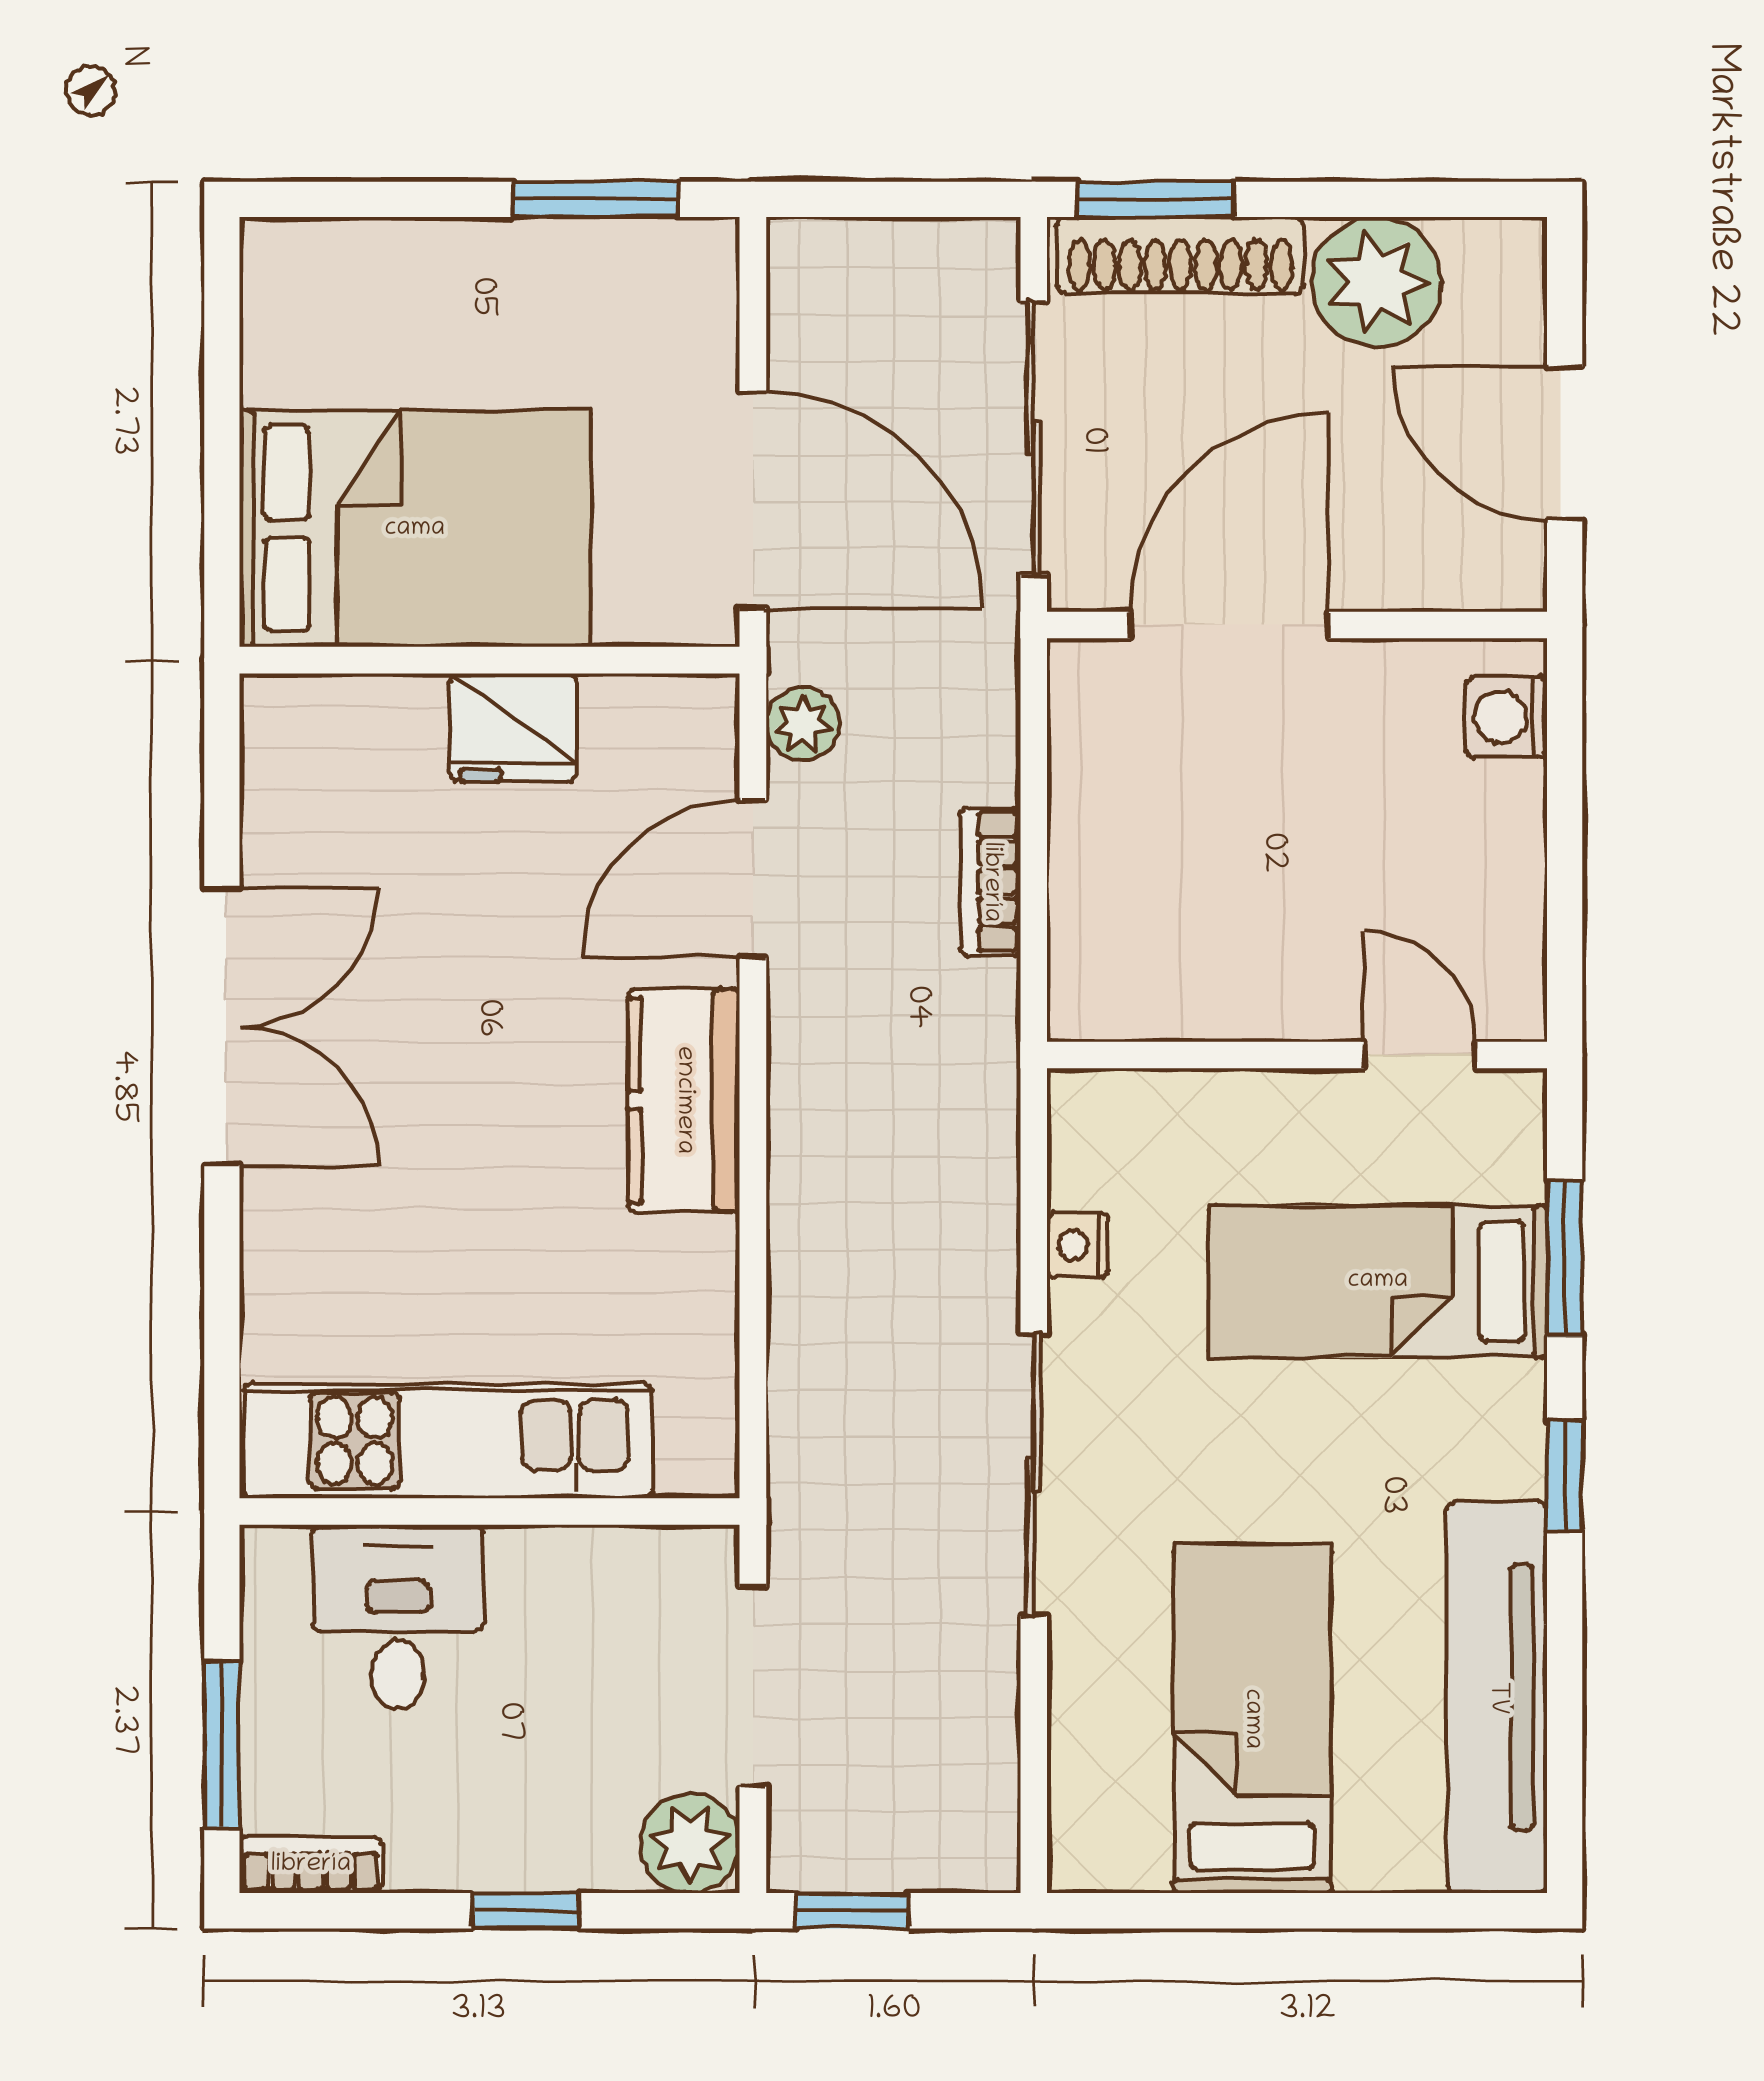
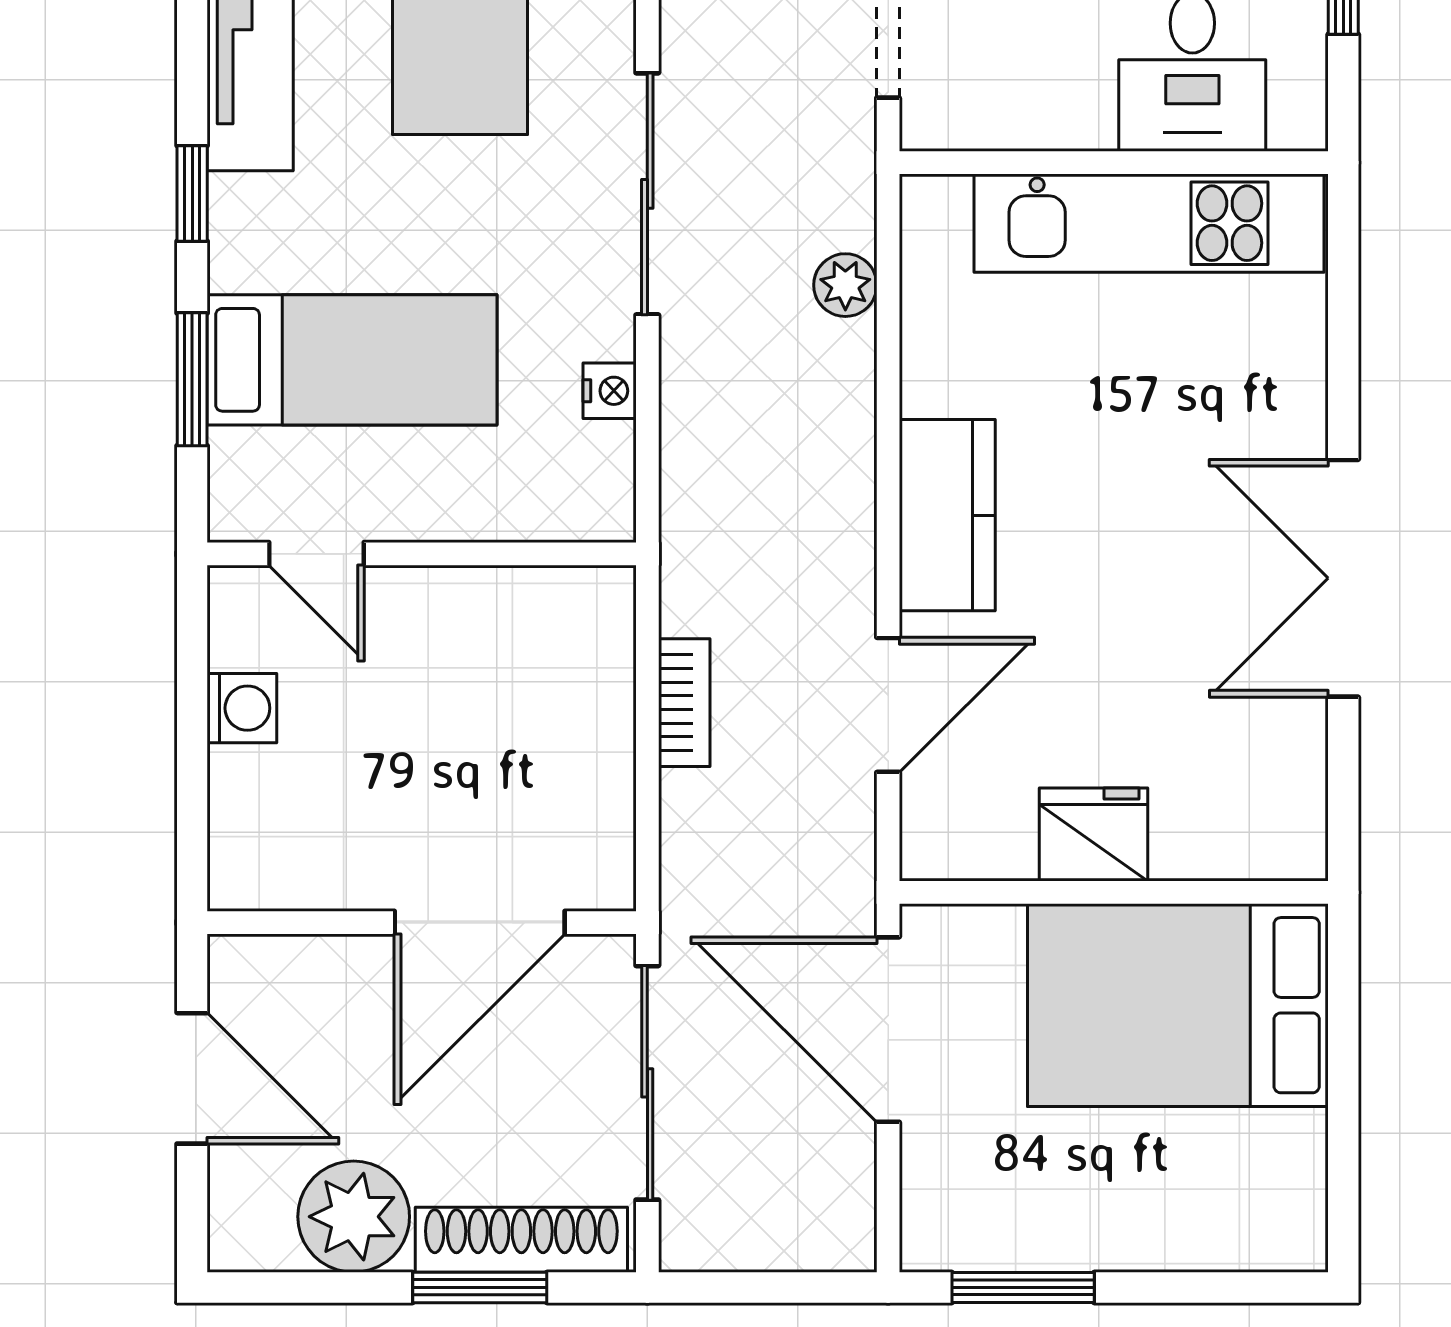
window: (1156, 199) -> (480, 1287), moved
washing machine: (1507, 717) -> (242, 708), moved
plant: (803, 724) -> (845, 285), moved

